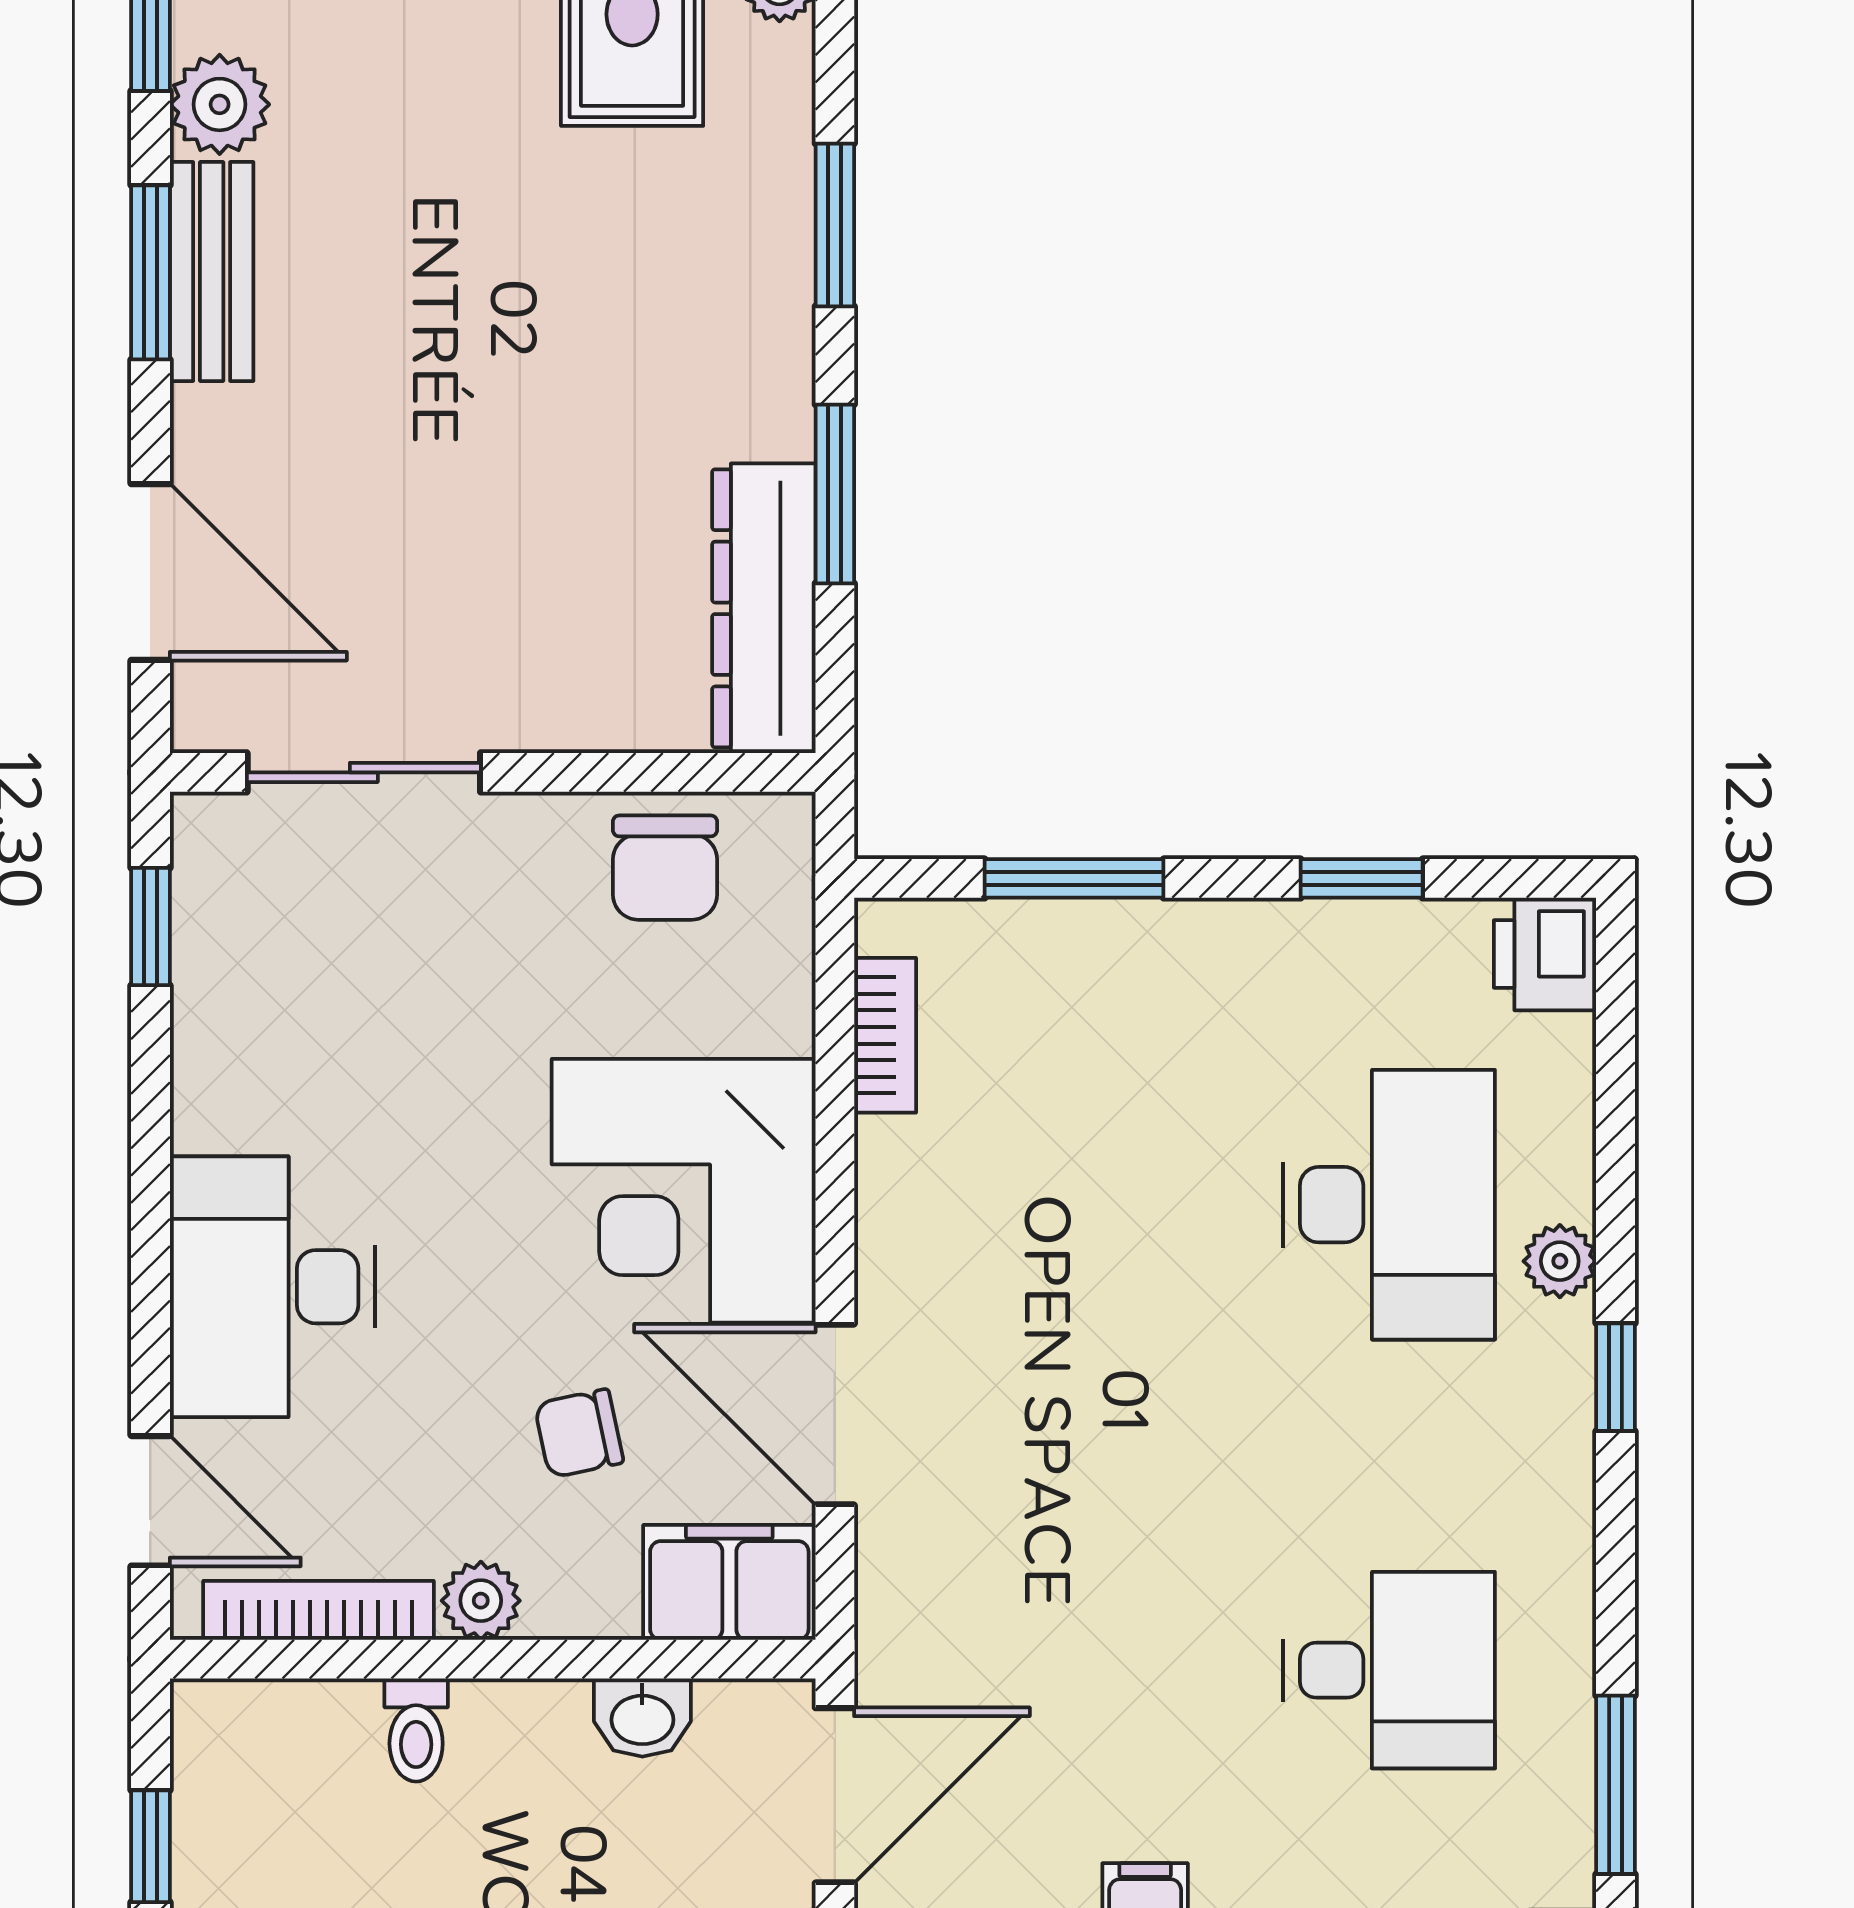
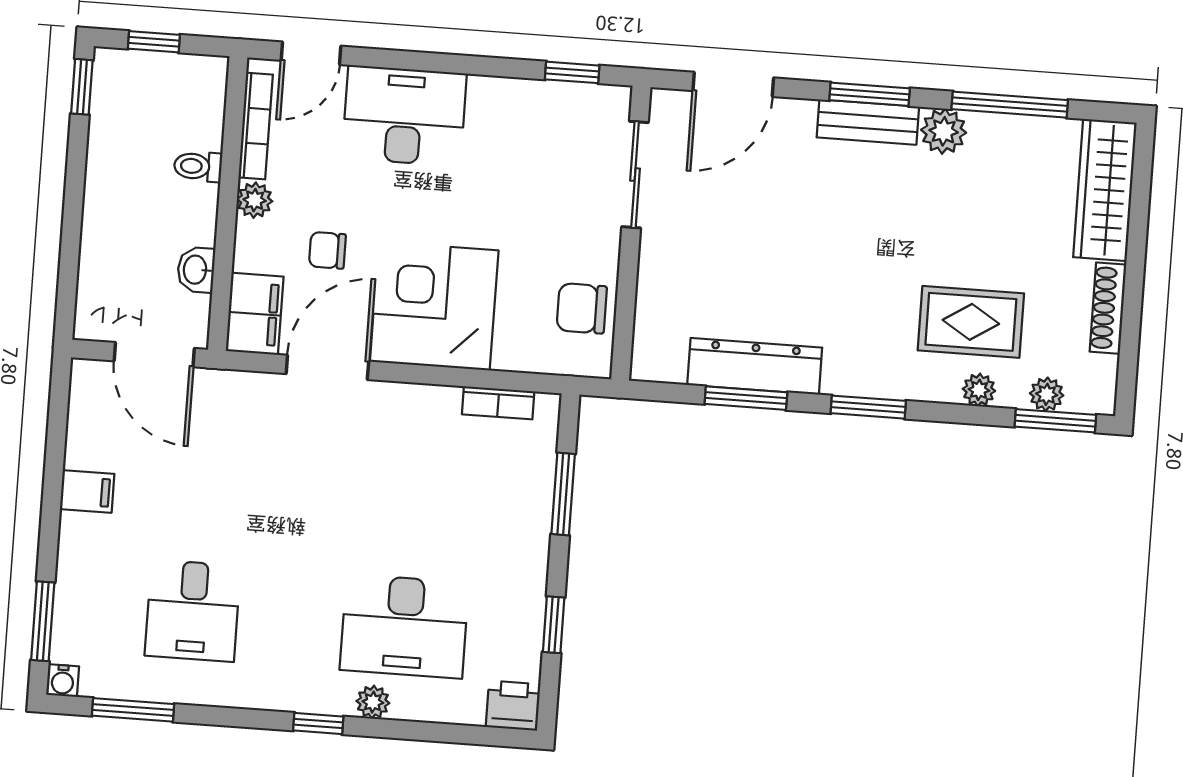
dresser: (764, 608) -> (755, 366), moved
chair: (579, 1433) -> (327, 250), turned -78

